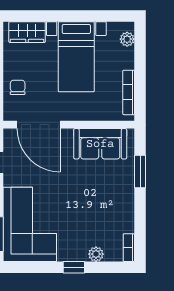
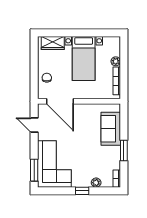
plant: (127, 39) -> (116, 61), moved
sofa: (100, 144) -> (111, 129), moved, turned 90
window: (140, 172) -> (124, 150), moved

